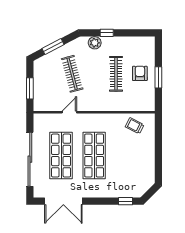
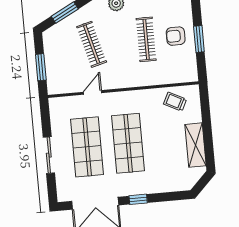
armchair: (140, 73) -> (176, 36), turned -90
sliding door: (30, 159) -> (49, 155), width x0.54
shelving: (148, 162) -> (196, 145), added
window: (125, 201) -> (138, 199), moved

